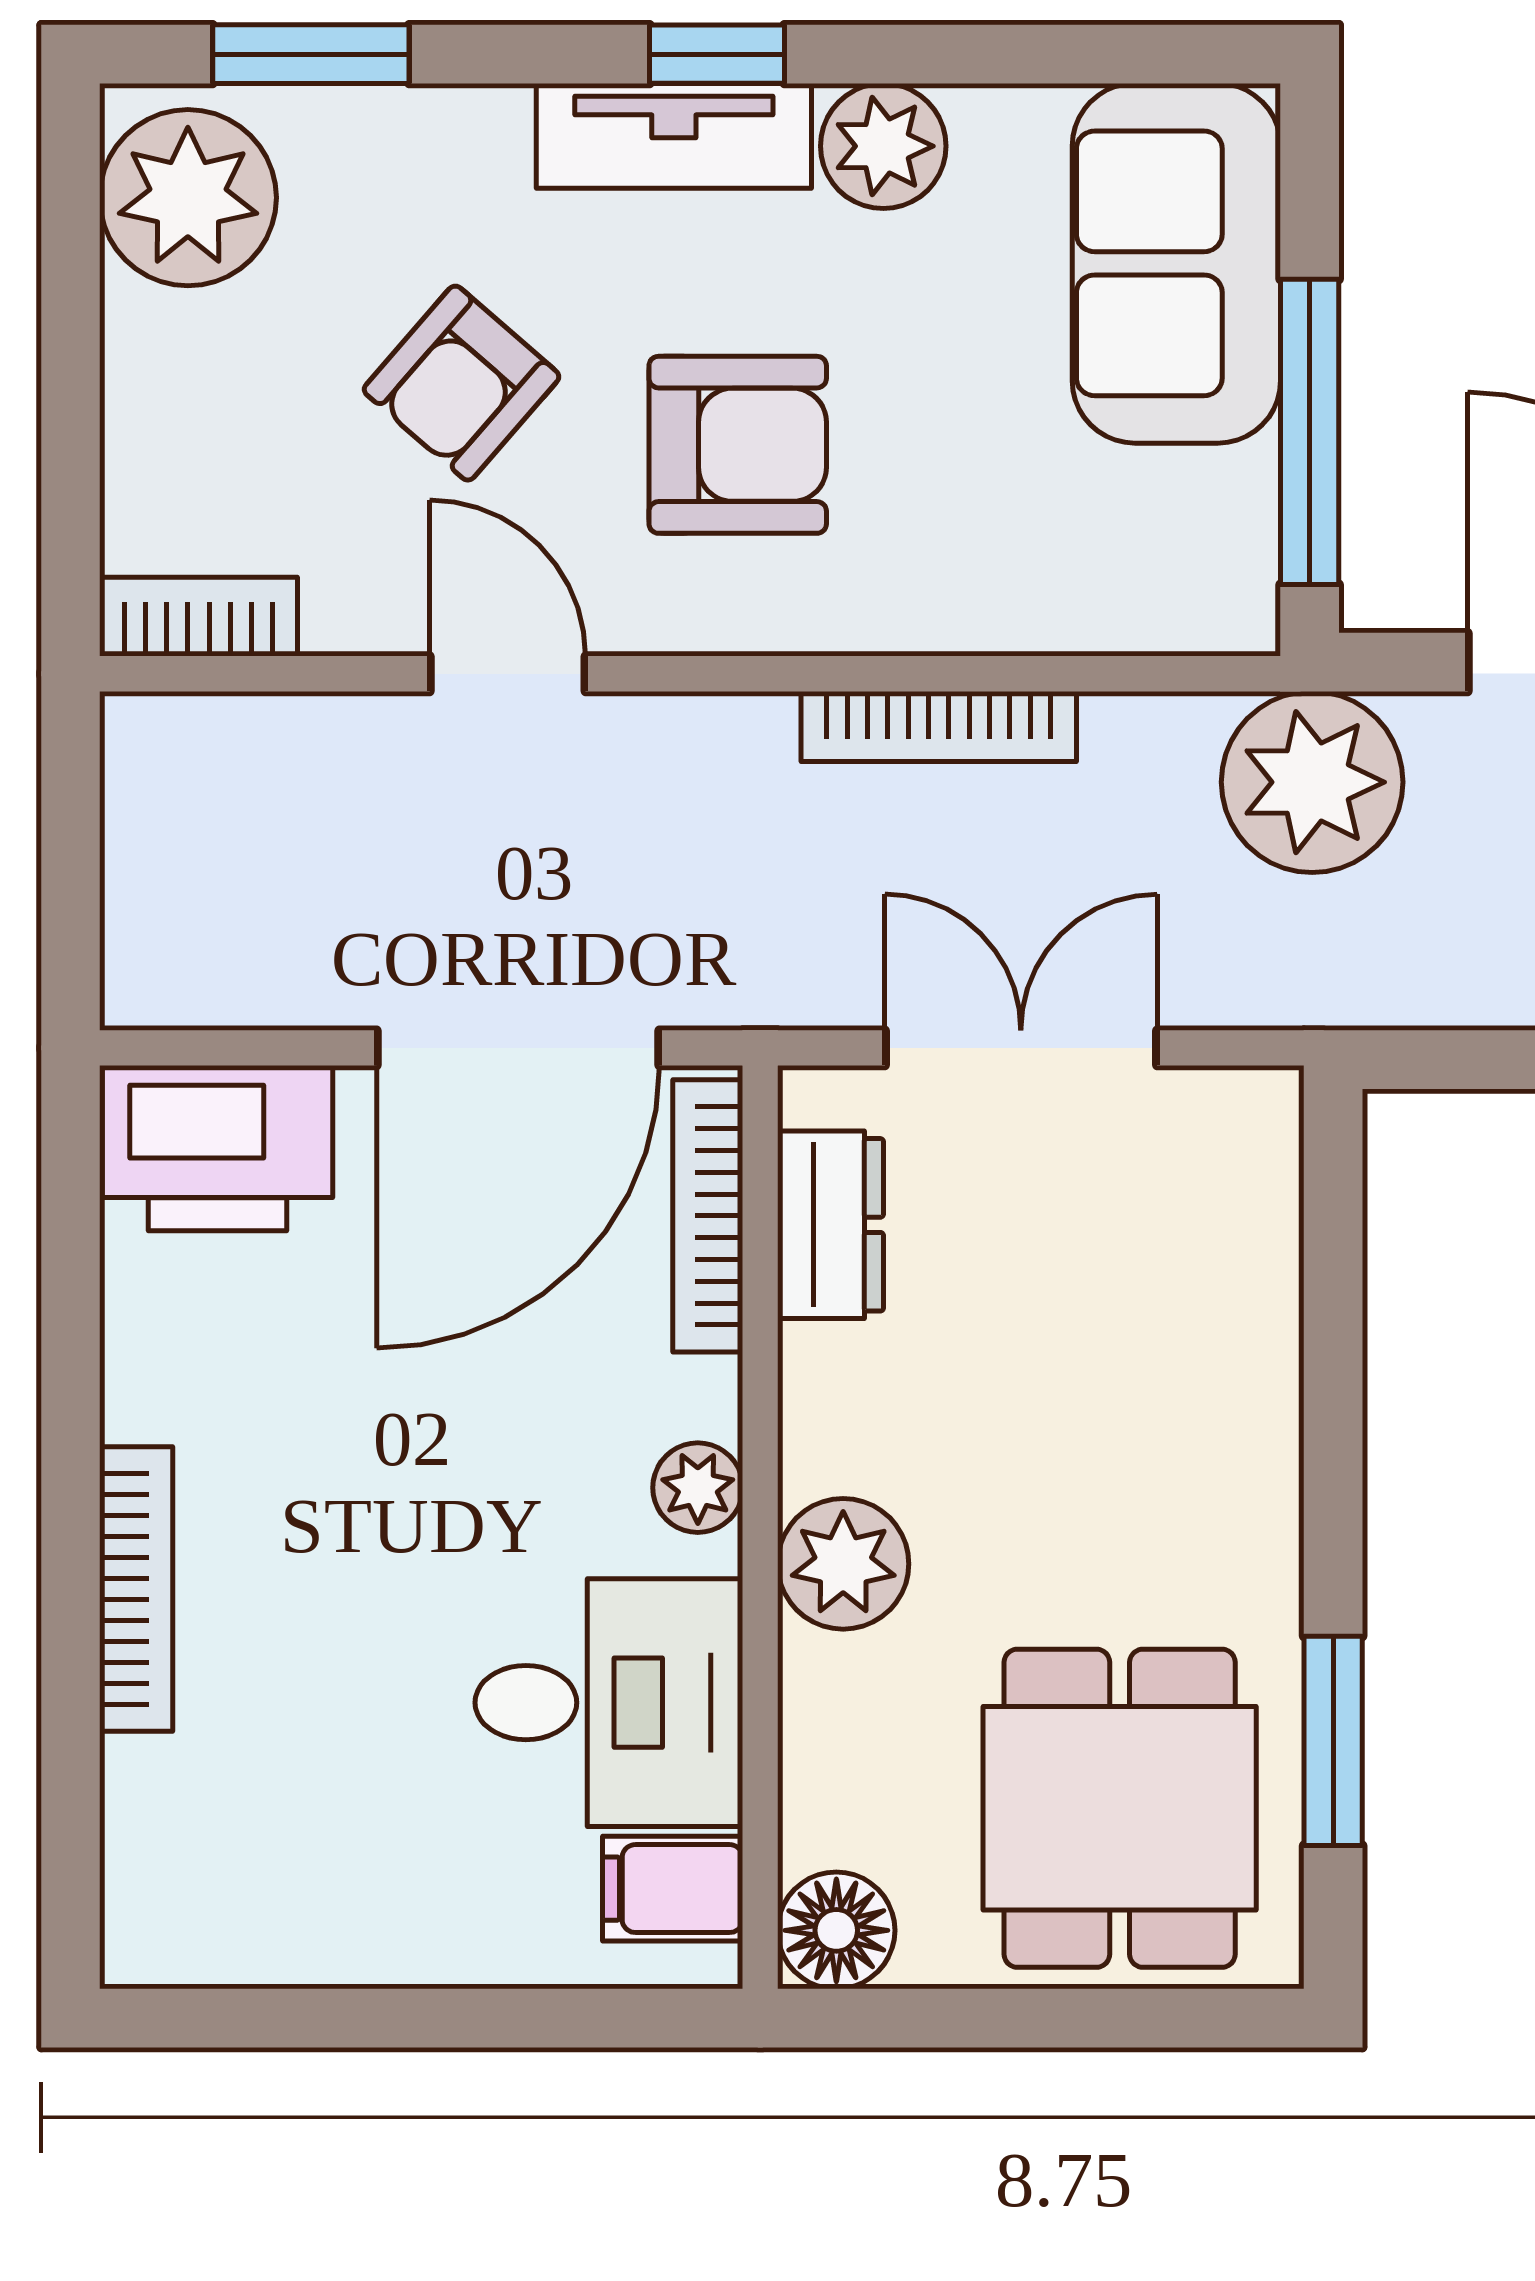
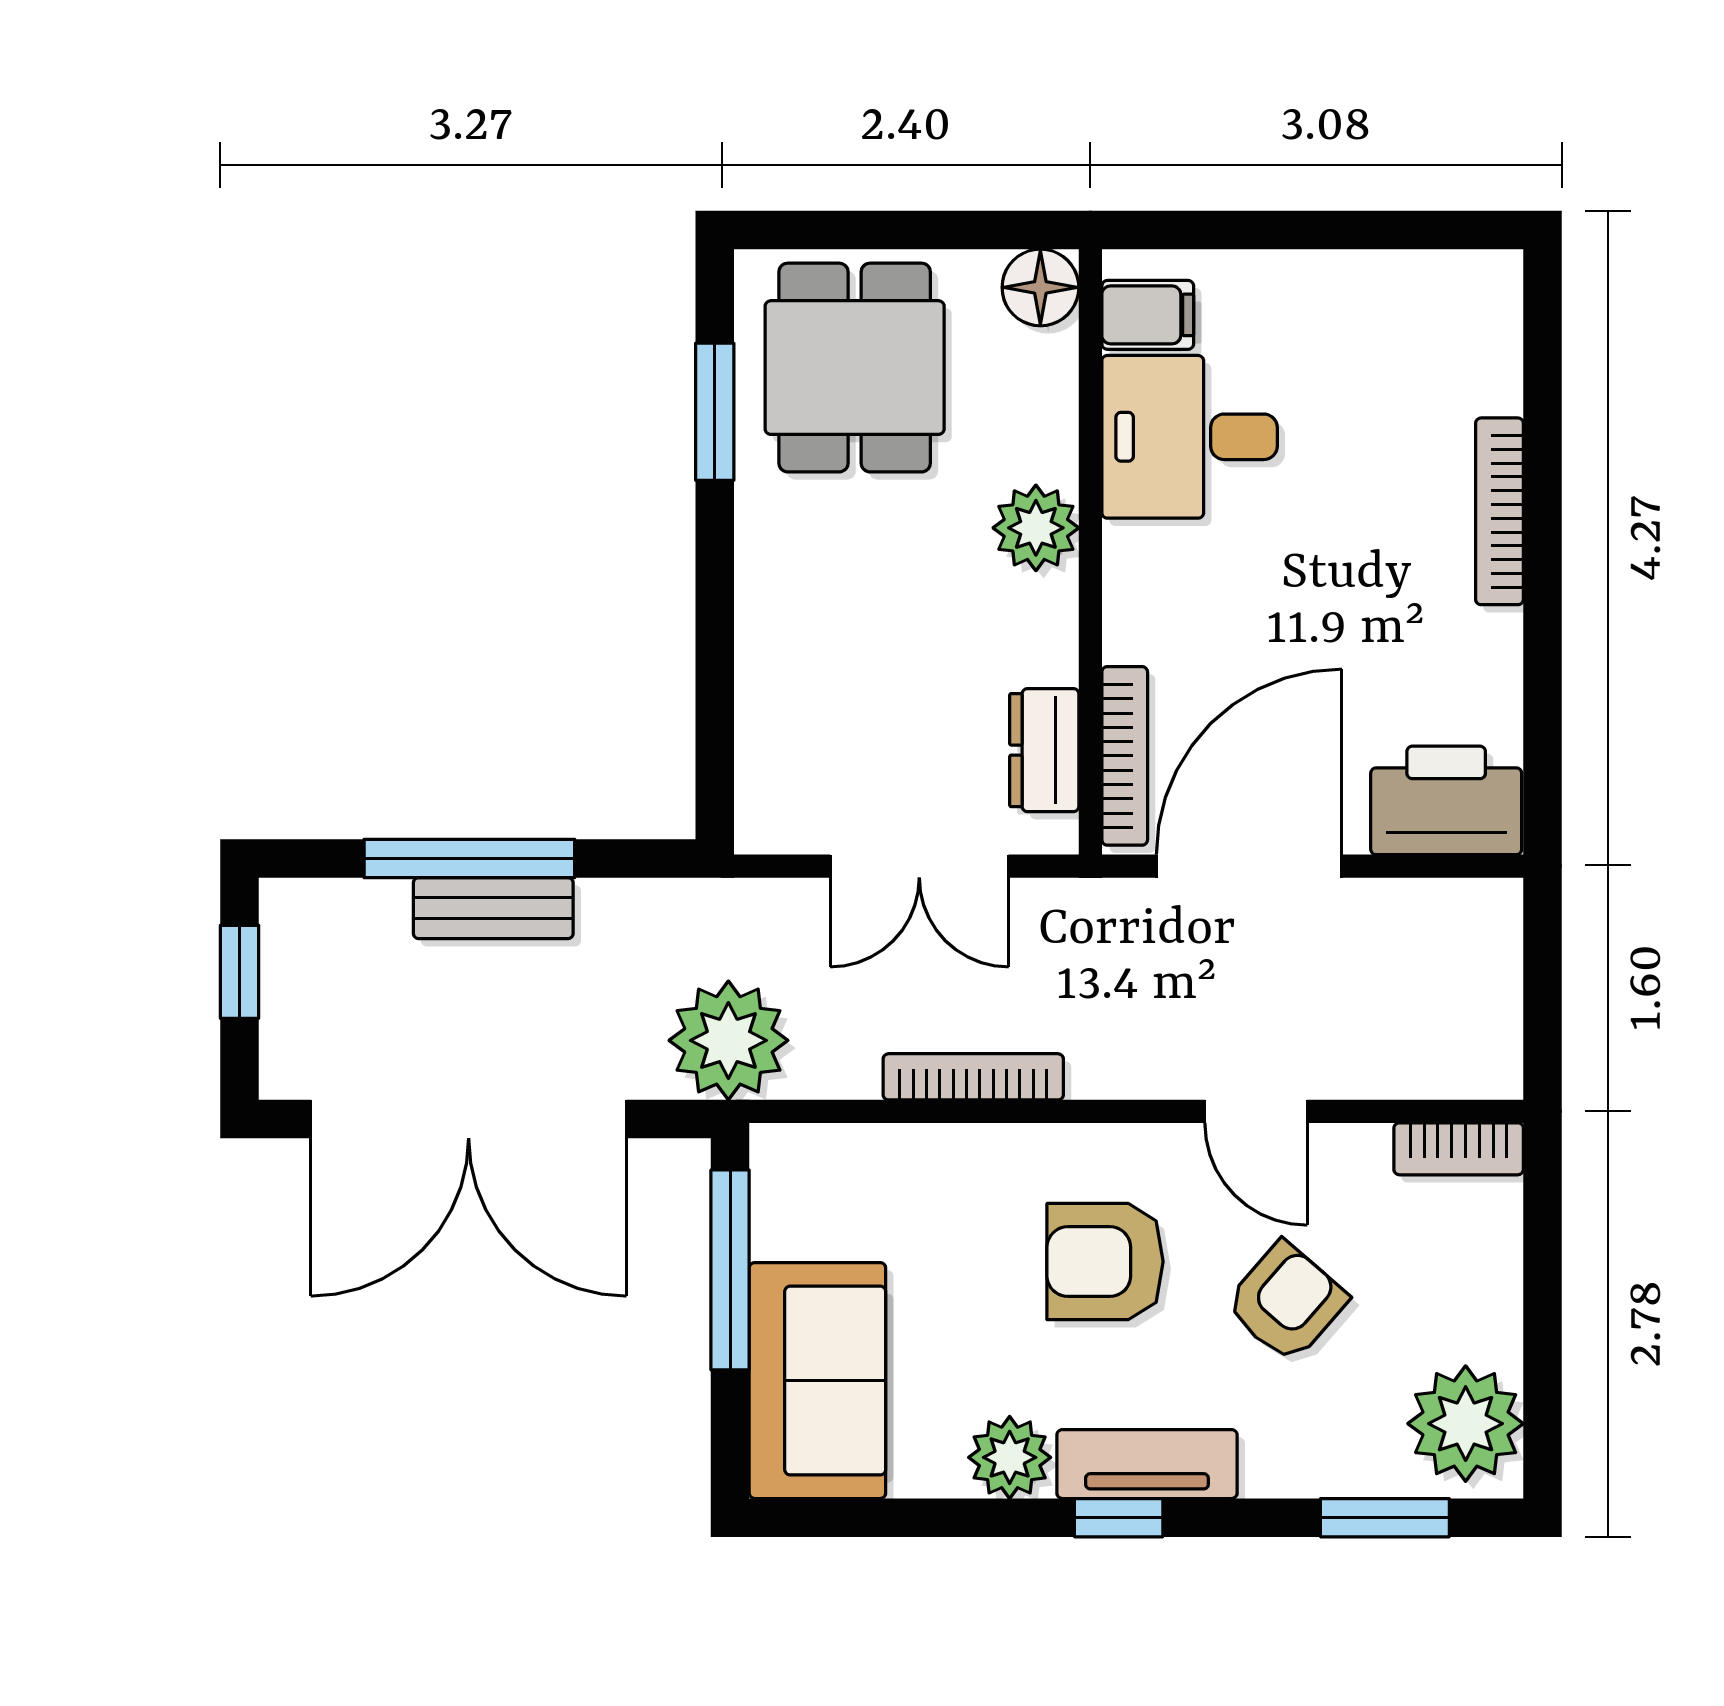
plant: (698, 1488) -> (1131, 578), removed

